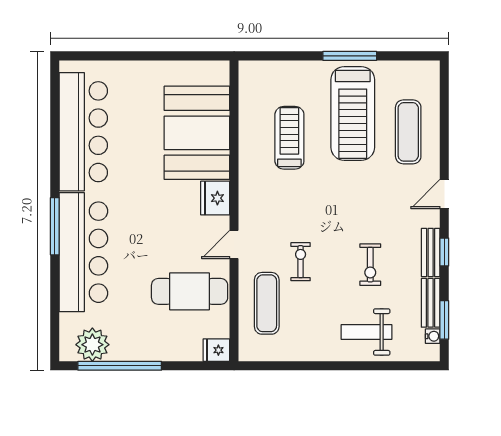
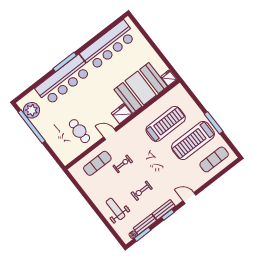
exercise mat: (408, 132) -> (214, 159), moved
treadmill: (289, 138) -> (166, 124), width x1.37, depth x1.38
cafe table: (190, 291) -> (79, 131), width x0.73, depth x0.74
fridge: (216, 350) -> (169, 78), moved

